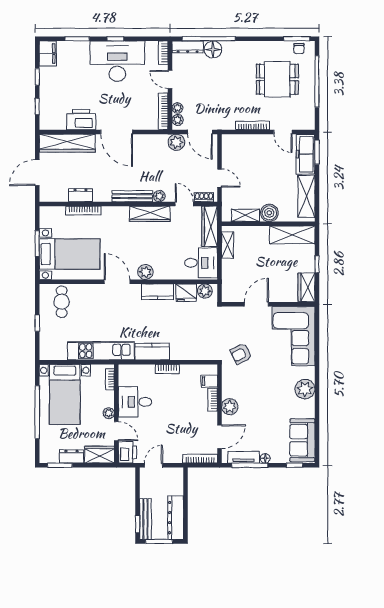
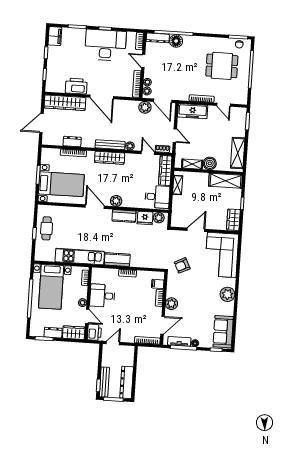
freezer: (306, 154) -> (193, 111), moved, turned -90
wardrobe: (150, 214) -> (110, 158), moved
cafe table: (62, 302) -> (47, 228), moved

